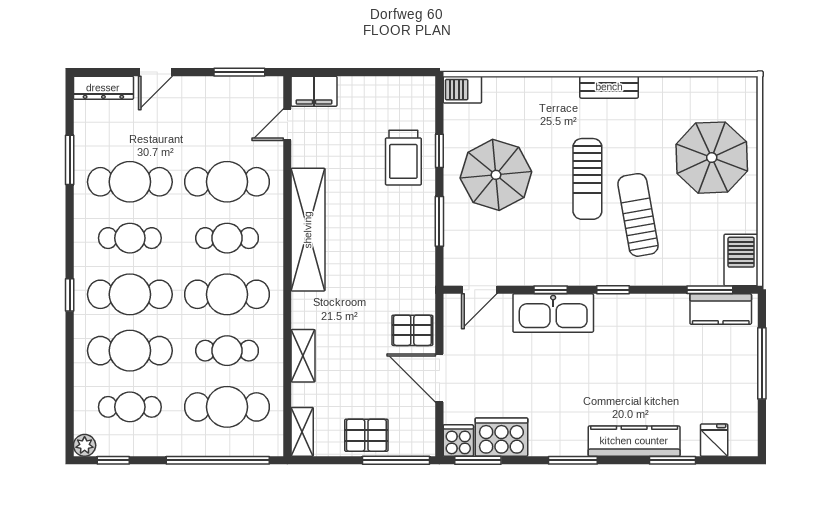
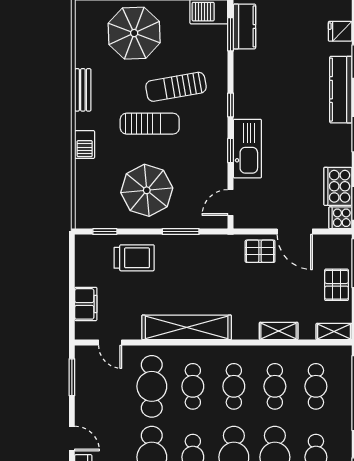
bench: (609, 87) -> (83, 90), moved
barbecue: (462, 90) -> (85, 144), moved
filing cabinet: (314, 91) -> (86, 304), moved
window: (439, 151) -> (105, 232), moved
door: (479, 290) -> (231, 202), swing flipped
cafe table: (227, 294) -> (234, 386), width x0.73, depth x0.74
pallet: (412, 330) -> (260, 251), turned 90
door: (439, 378) -> (295, 232), hinge flipped
cafe table: (227, 407) -> (316, 386), width x0.73, depth x0.74

